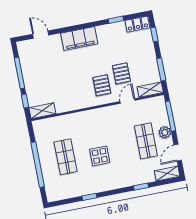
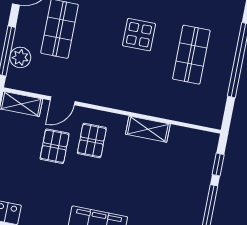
shelving: (42, 111) -> (148, 129), moved
plant: (165, 132) -> (20, 57), moved

